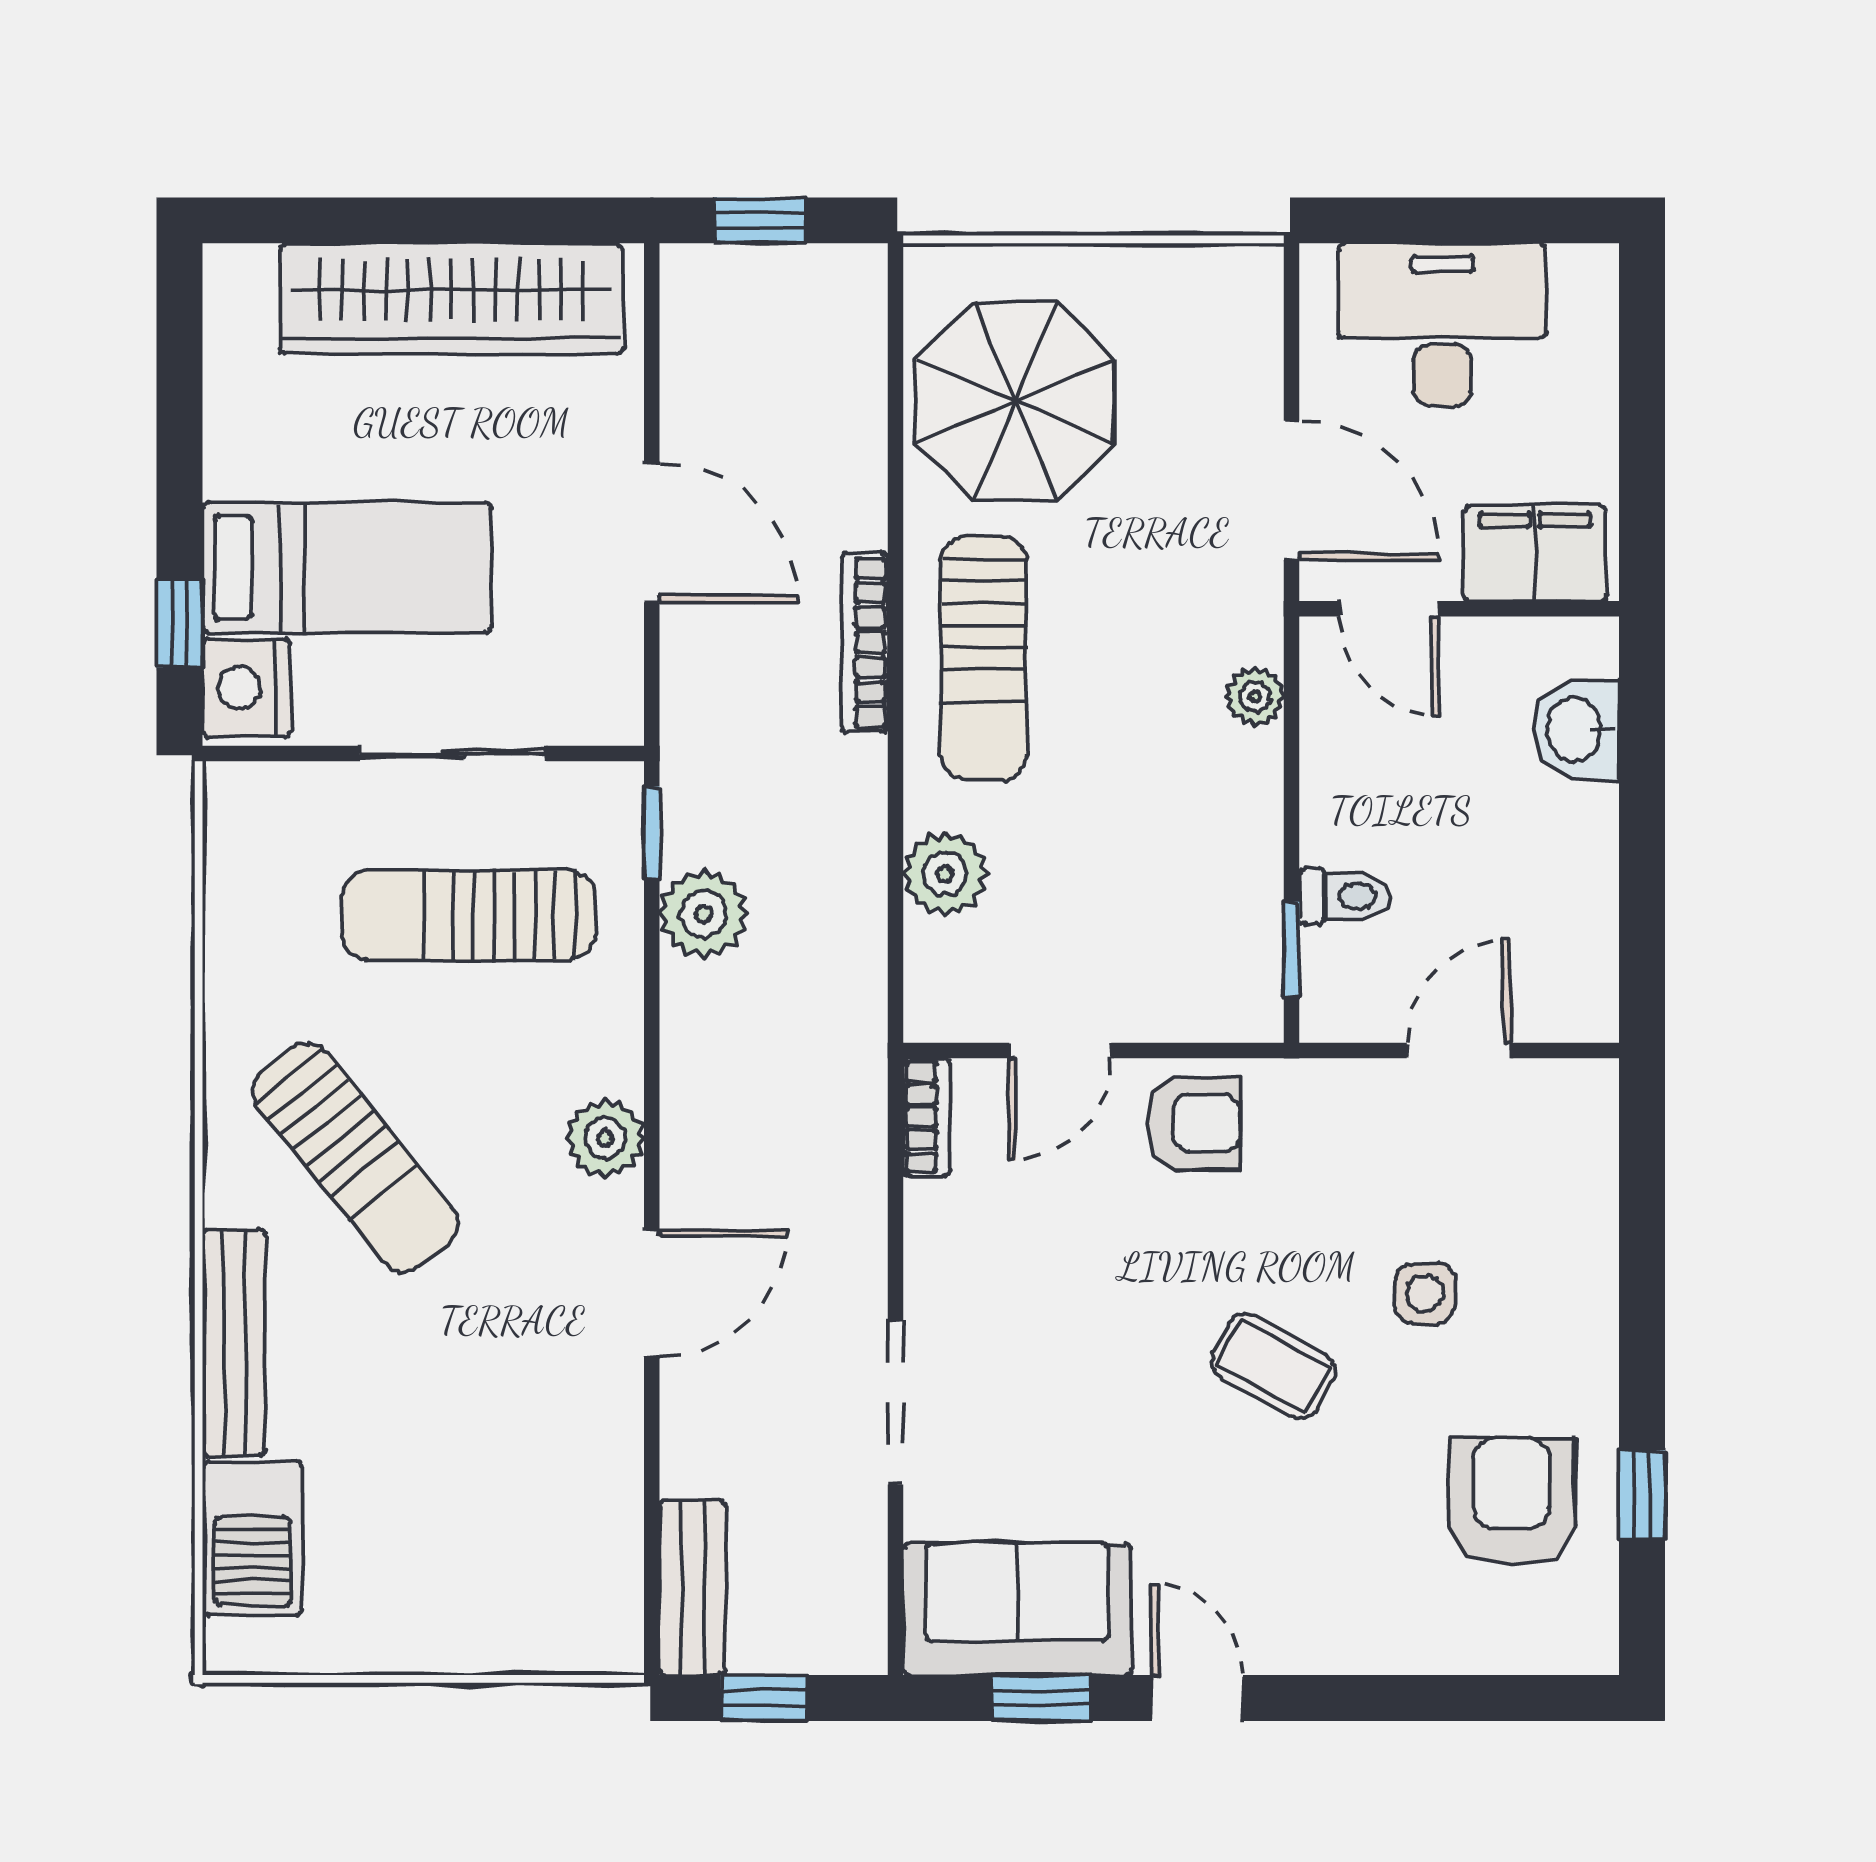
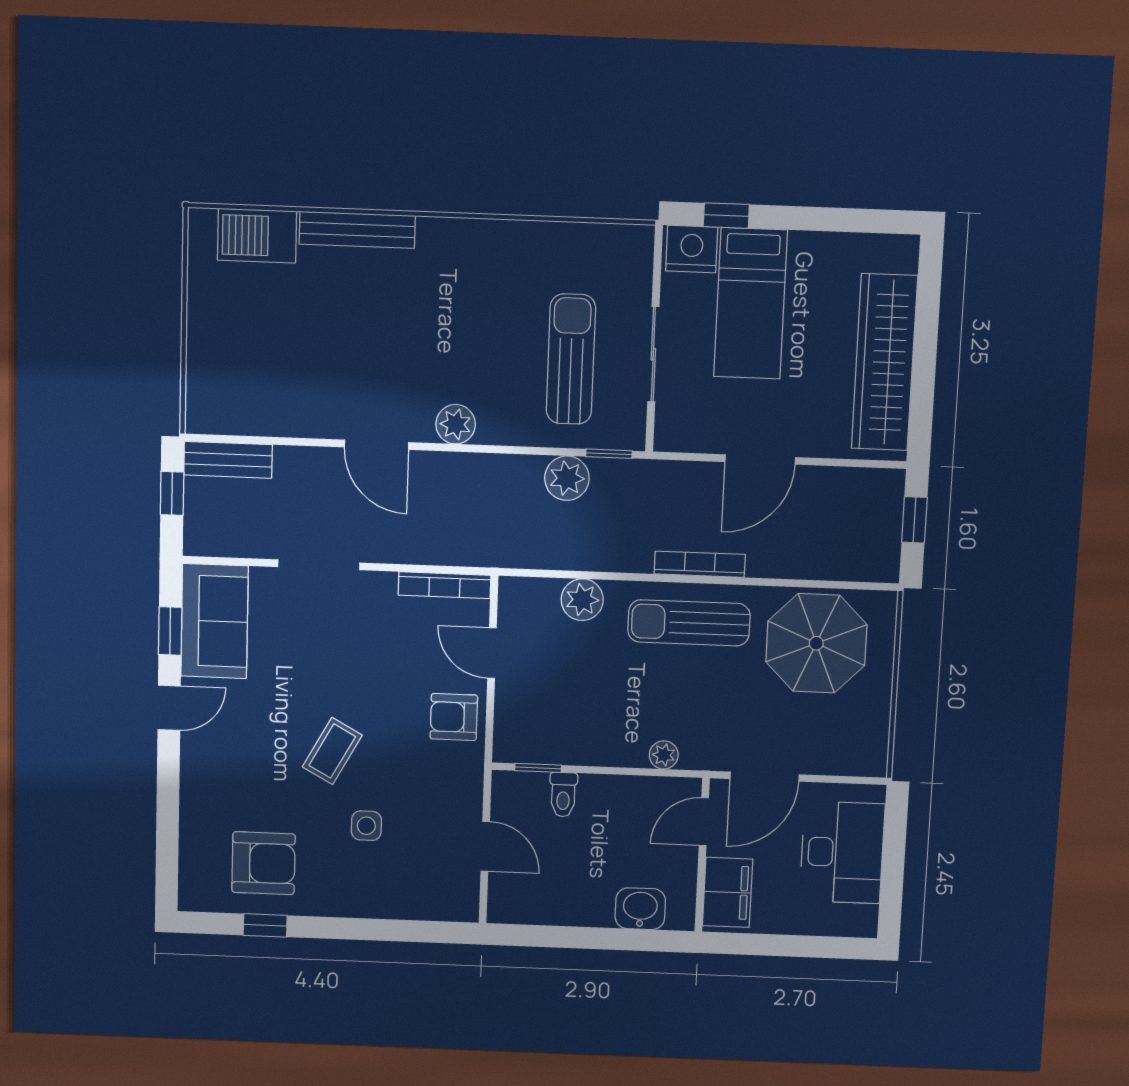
bookcase: (927, 1117) -> (444, 585), width x1.56
armchair: (1194, 1123) -> (454, 717), turned 90
sun lounger: (355, 1158) -> (450, 296), removed

